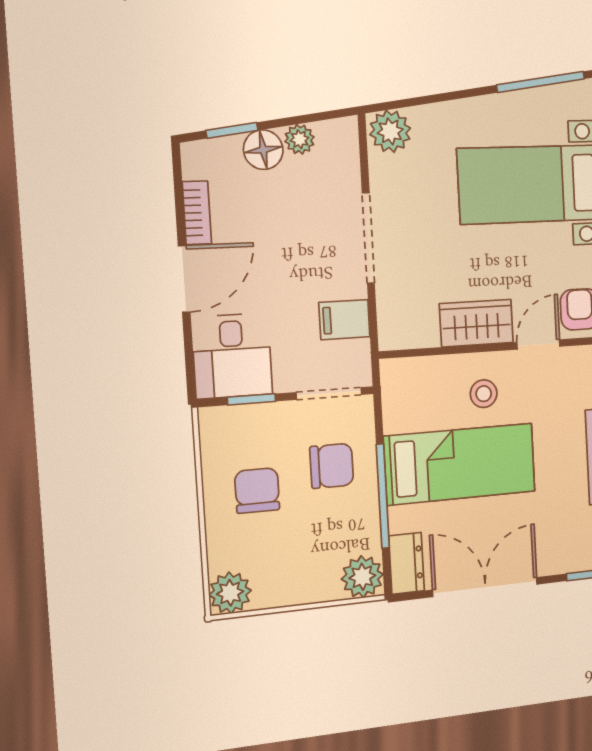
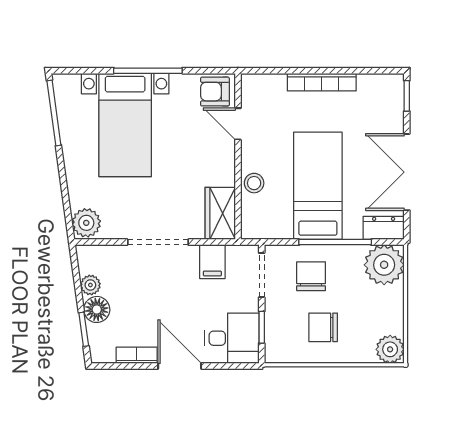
wardrobe: (476, 323) -> (220, 213), moved
stool: (484, 394) -> (254, 183), moved
plant: (362, 577) -> (384, 265), width x1.36, depth x1.36

